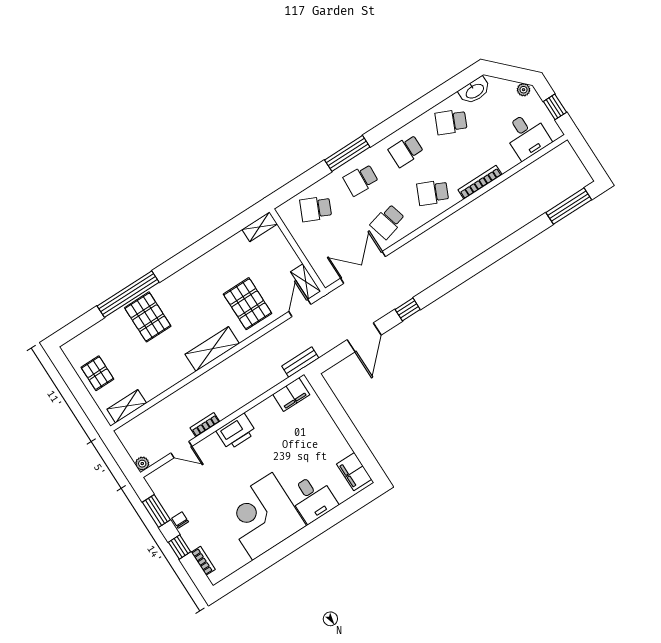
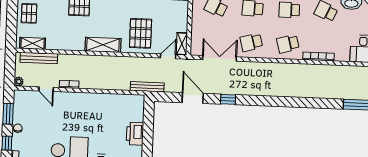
school desk: (433, 193) -> (288, 44), turned -39
door: (364, 337) -> (193, 98), swing flipped
bench: (300, 362) -> (147, 87), width x1.36
filing cabinet: (291, 394) -> (129, 101), removed
bench: (146, 419) -> (39, 58), added
printer: (236, 432) -> (135, 134), moved, turned 90

